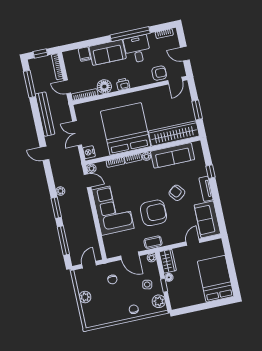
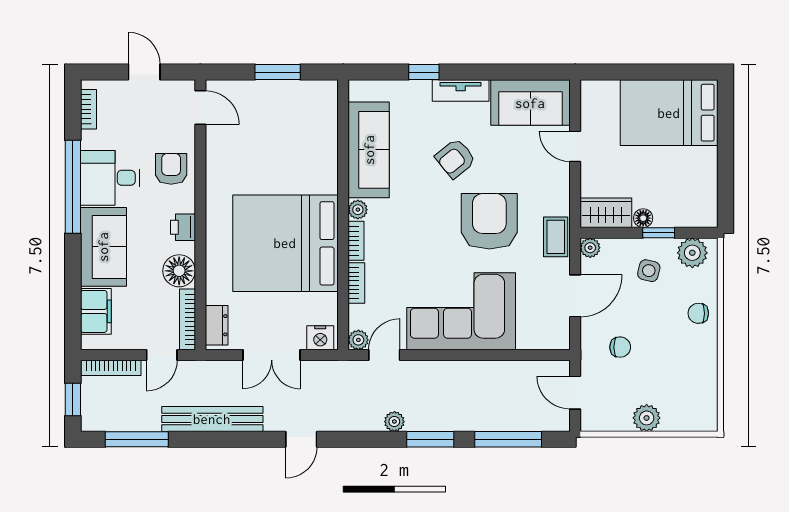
filing cabinet: (84, 54) -> (96, 311), width x2.00
door: (185, 54) -> (144, 72), swing flipped
armchair: (159, 73) -> (171, 169), moved
dresser: (85, 107) -> (217, 325), added
wardrobe: (174, 134) -> (320, 136), removed

